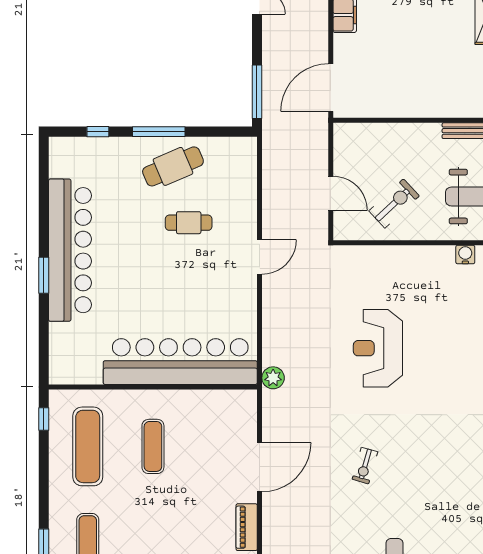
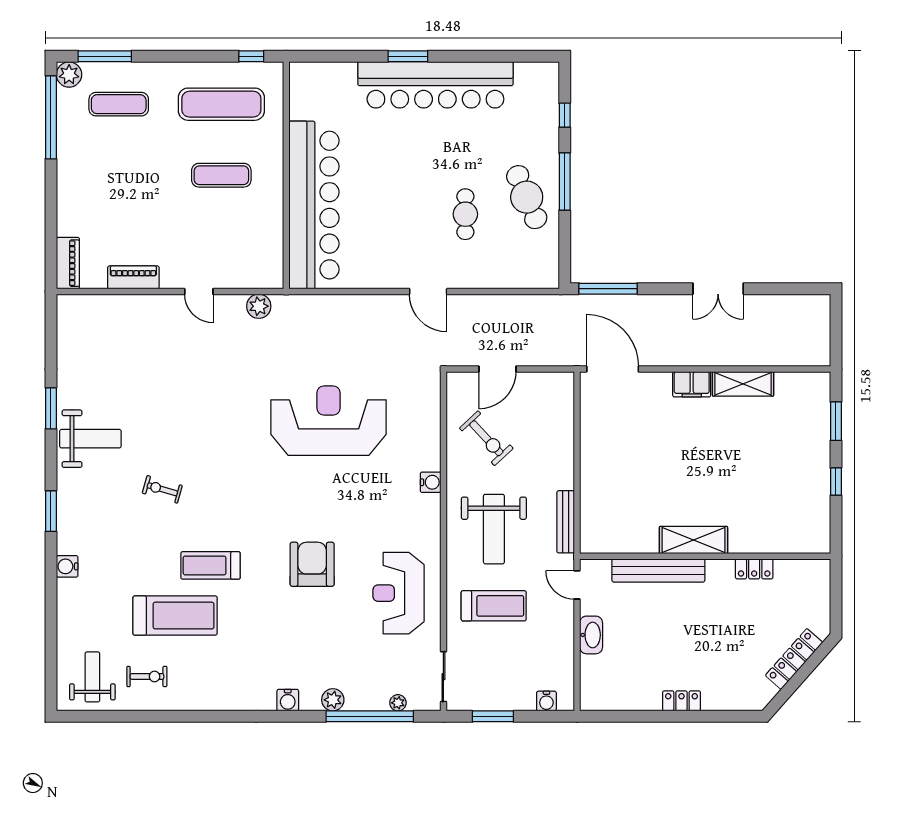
water cooler: (465, 255) -> (431, 482), moved
reception desk: (378, 348) -> (329, 421), width x1.36, depth x1.30
plant: (273, 378) -> (259, 306), moved
exercise bike: (365, 466) -> (162, 489), moved
door: (260, 467) -> (199, 292), width x0.53

